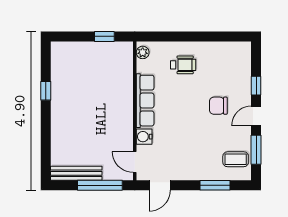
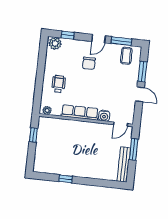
plant: (242, 53) -> (55, 43), added
window: (256, 86) -> (68, 35), moved
door: (256, 116) -> (99, 39), hinge flipped
window: (100, 185) -> (134, 149), width x0.69
door: (160, 185) -> (140, 94), moved

